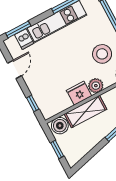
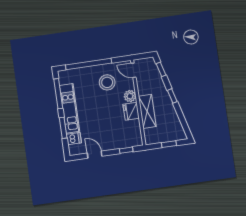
window: (18, 30) -> (63, 128), moved
boiler: (60, 126) -> (151, 135), removed

